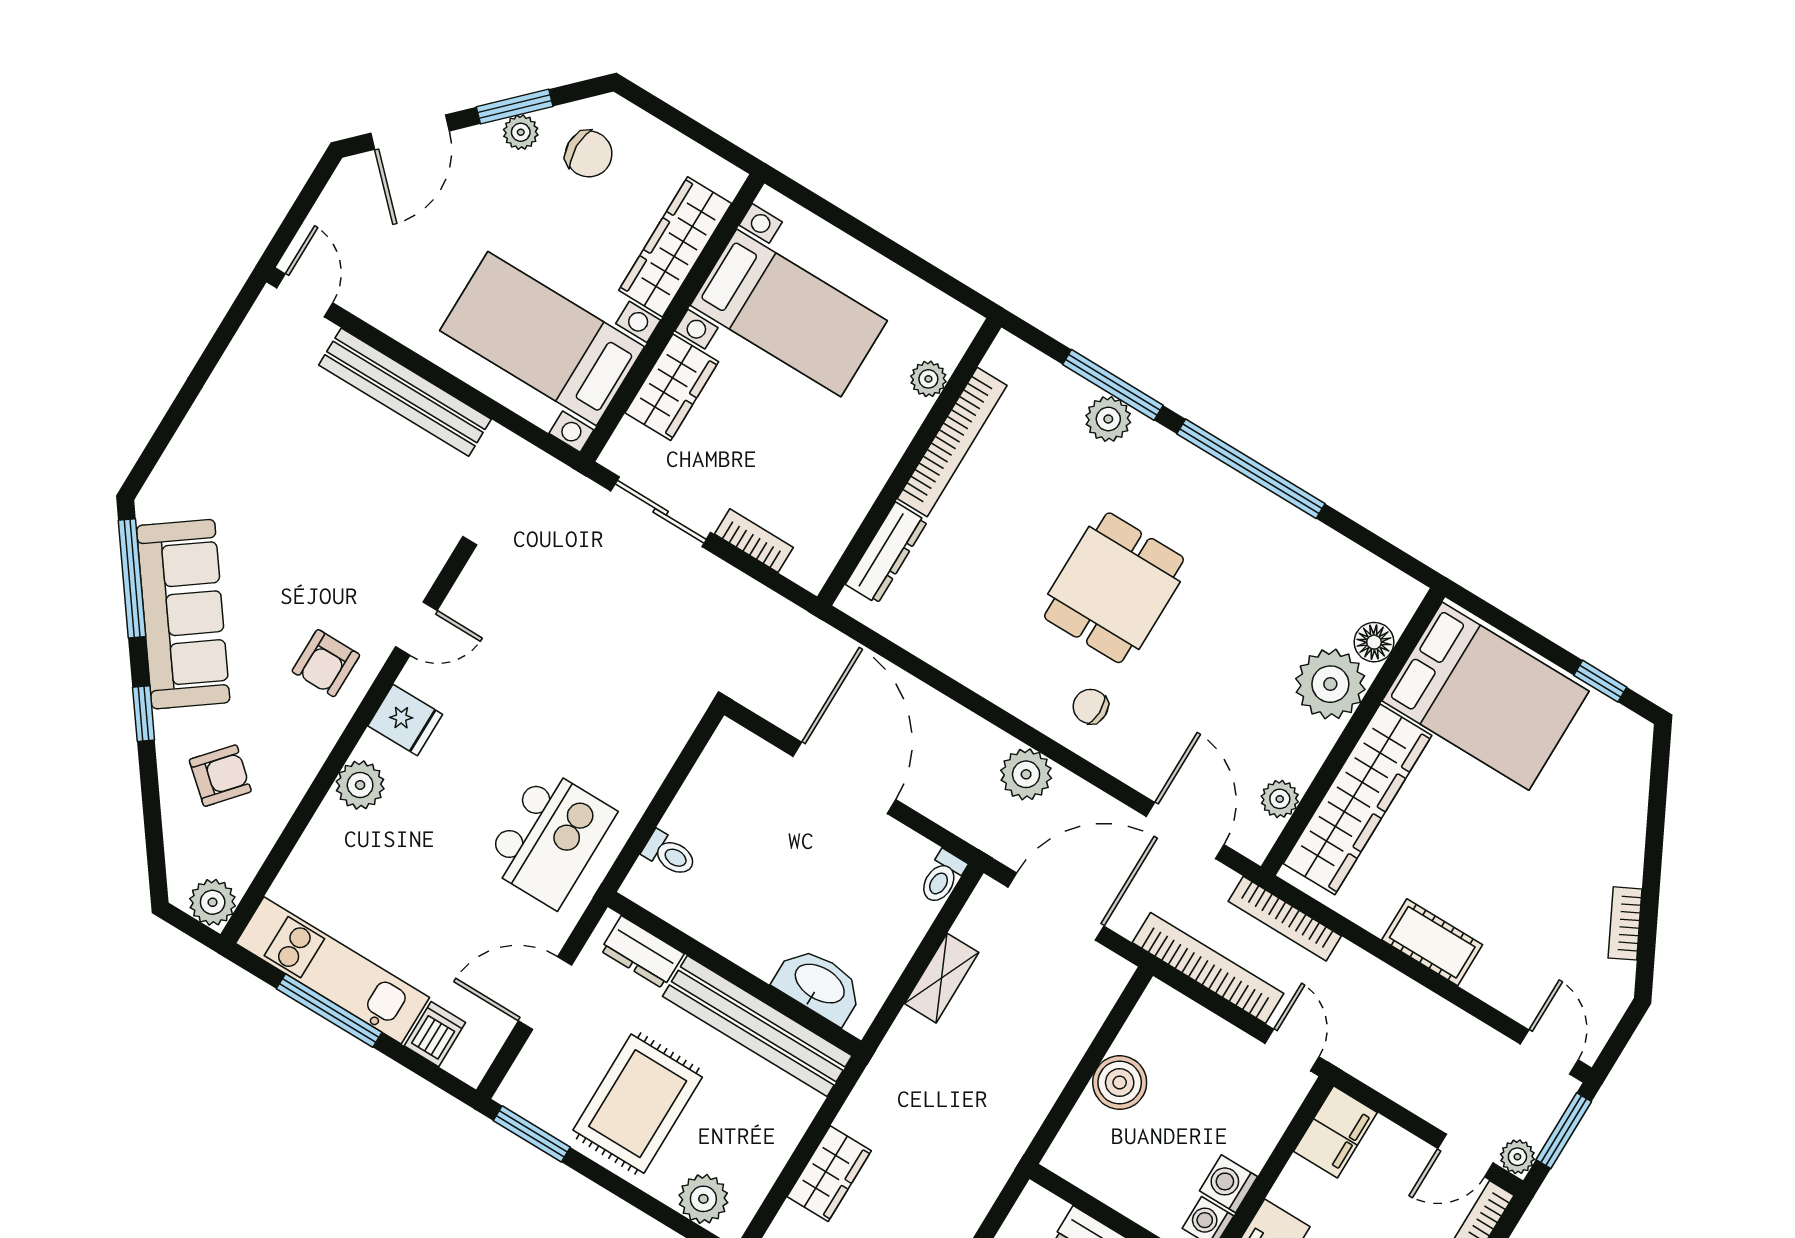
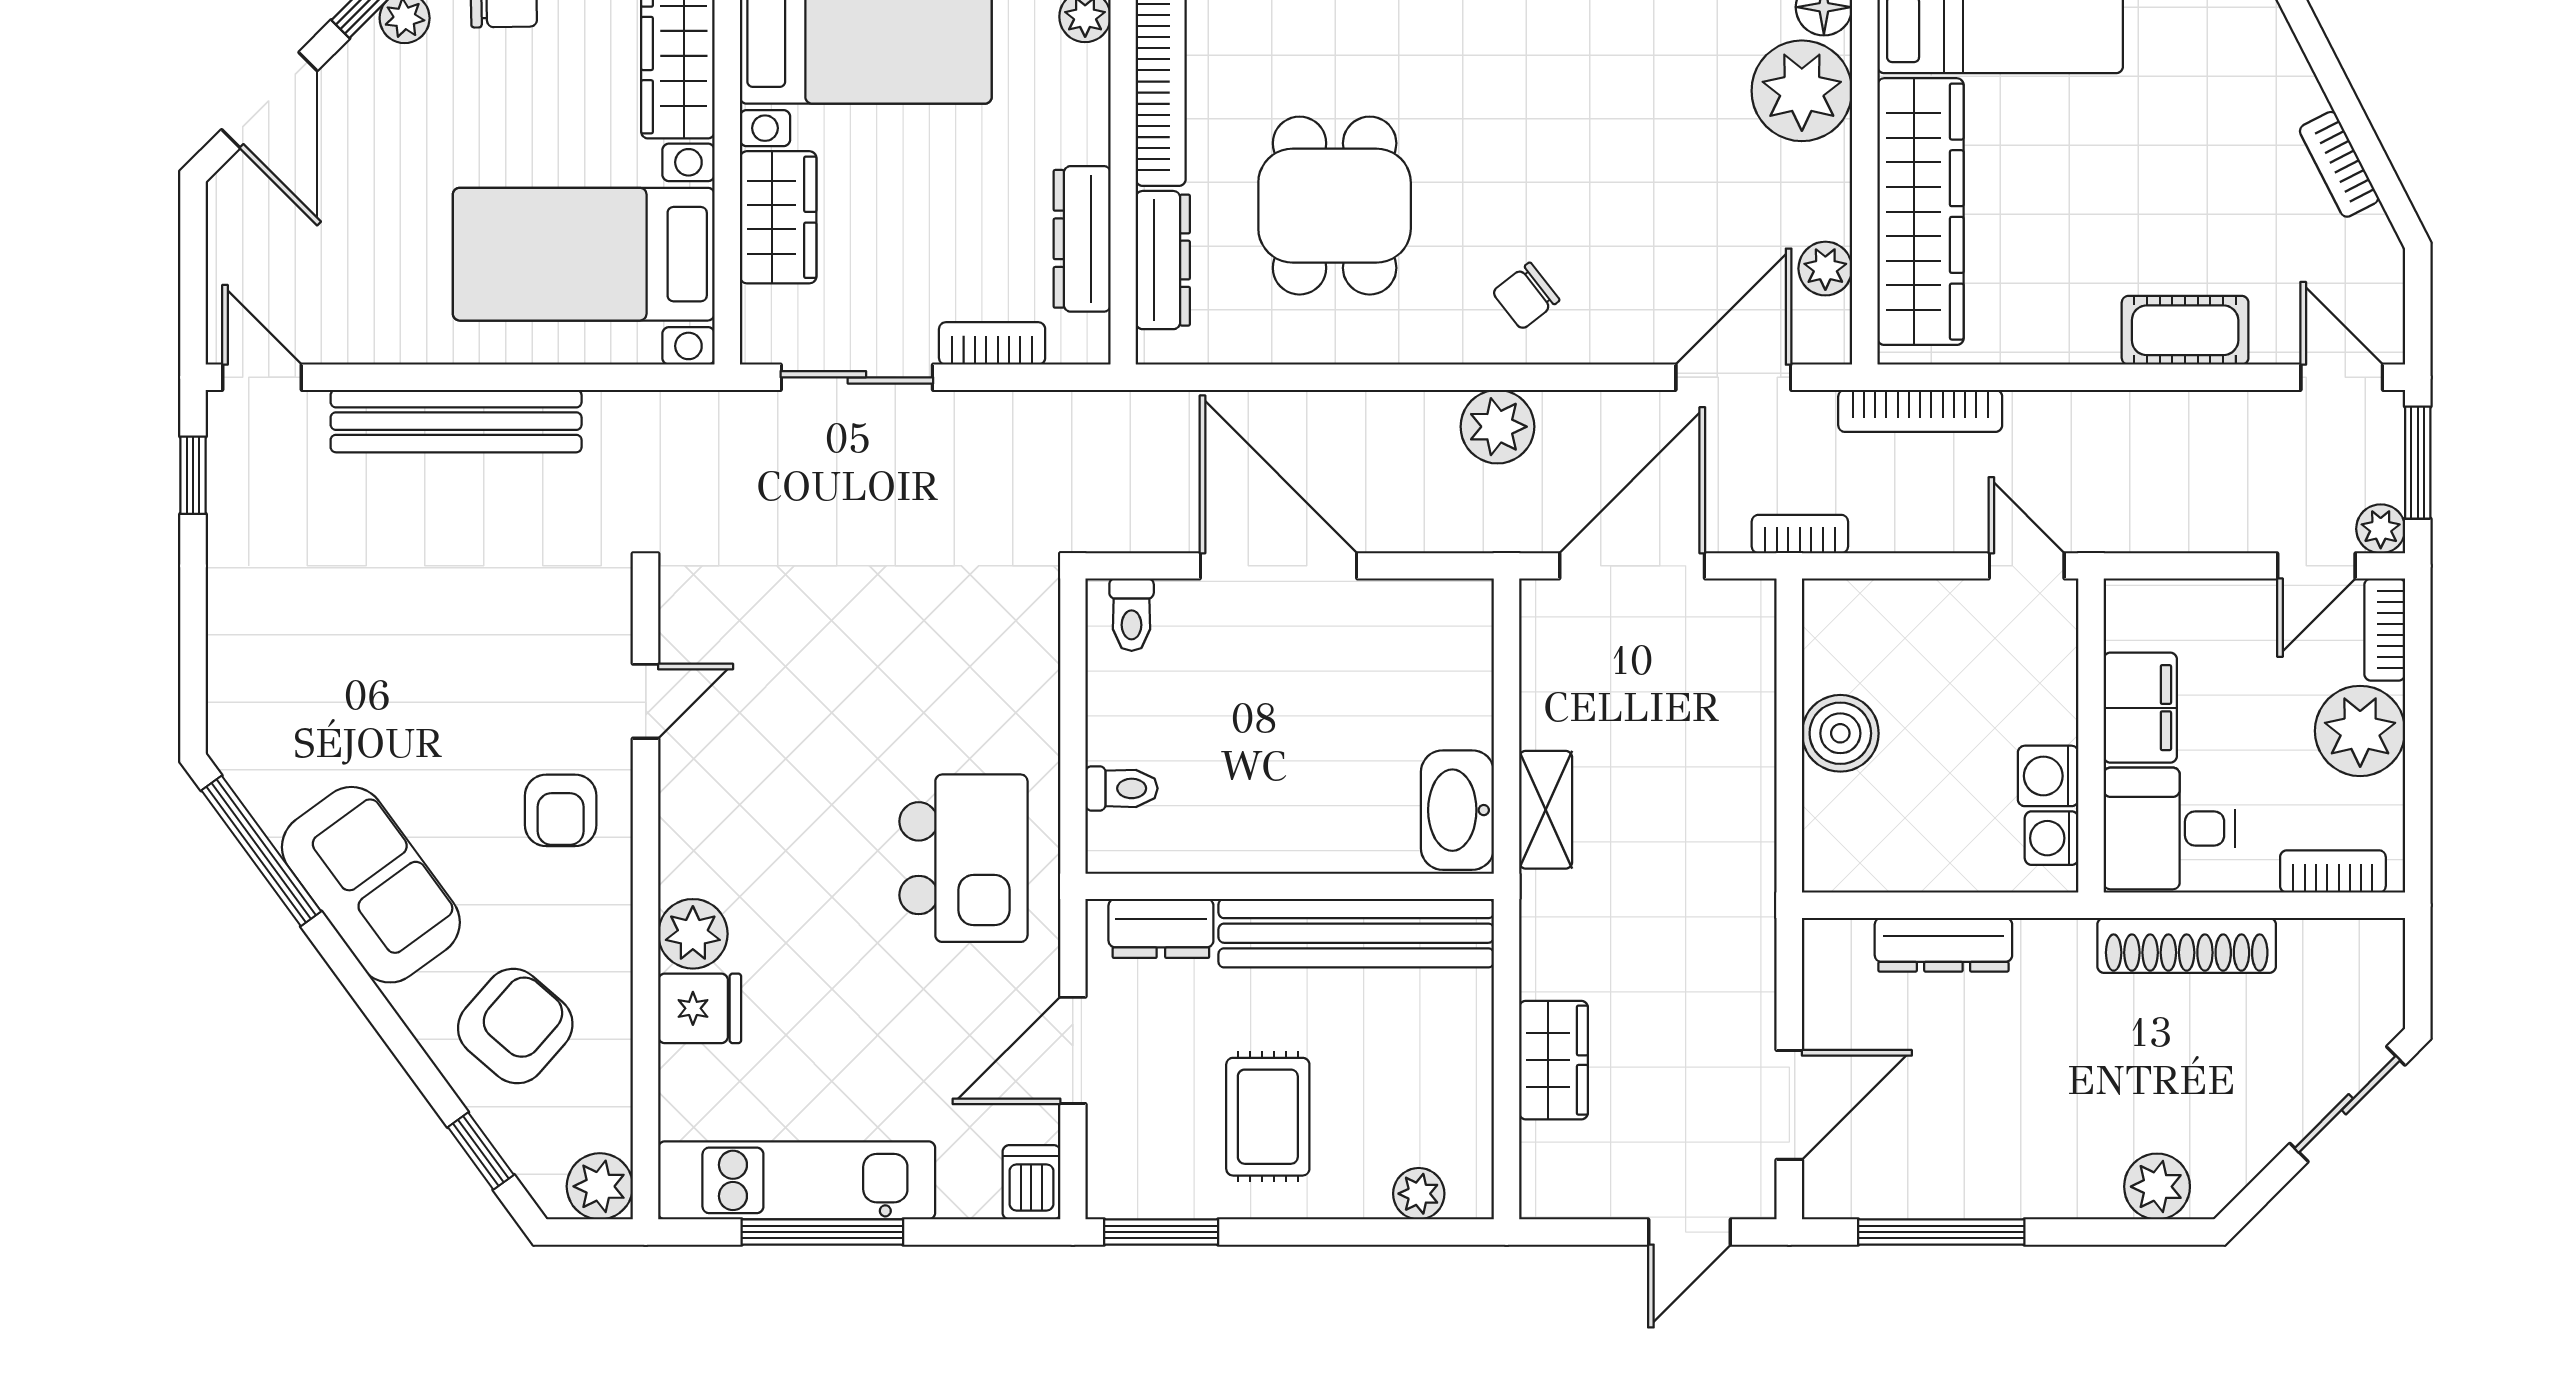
window: (228, 329) -> (193, 475), added
dresser: (846, 511) -> (1082, 239), added
dining table: (1114, 588) -> (1335, 206), moved
sofa: (183, 614) -> (371, 885), width x0.73
chair: (1091, 706) -> (1526, 296), turned -38
window: (144, 714) -> (481, 1151), moved
fridge: (405, 720) -> (700, 1008), moved
armchair: (220, 776) -> (515, 1026), width x1.38, depth x1.38
door: (1185, 831) -> (1733, 377), hinge flipped
toilet: (942, 877) -> (1132, 615), moved
cot: (1432, 942) -> (2185, 330), moved
bookcase: (1208, 968) -> (1800, 534), width x0.43, depth x0.76
shelving: (942, 978) -> (1546, 810), moved
washbasin: (819, 985) -> (1457, 810), moved, turned -90
dishwasher: (435, 1034) -> (1031, 1182), moved
rug: (638, 1104) -> (1268, 1117), width x0.73, depth x0.70
filing cabinet: (1335, 1132) -> (2140, 708), moved
plant: (703, 1199) -> (1419, 1194), width x0.73, depth x0.73

